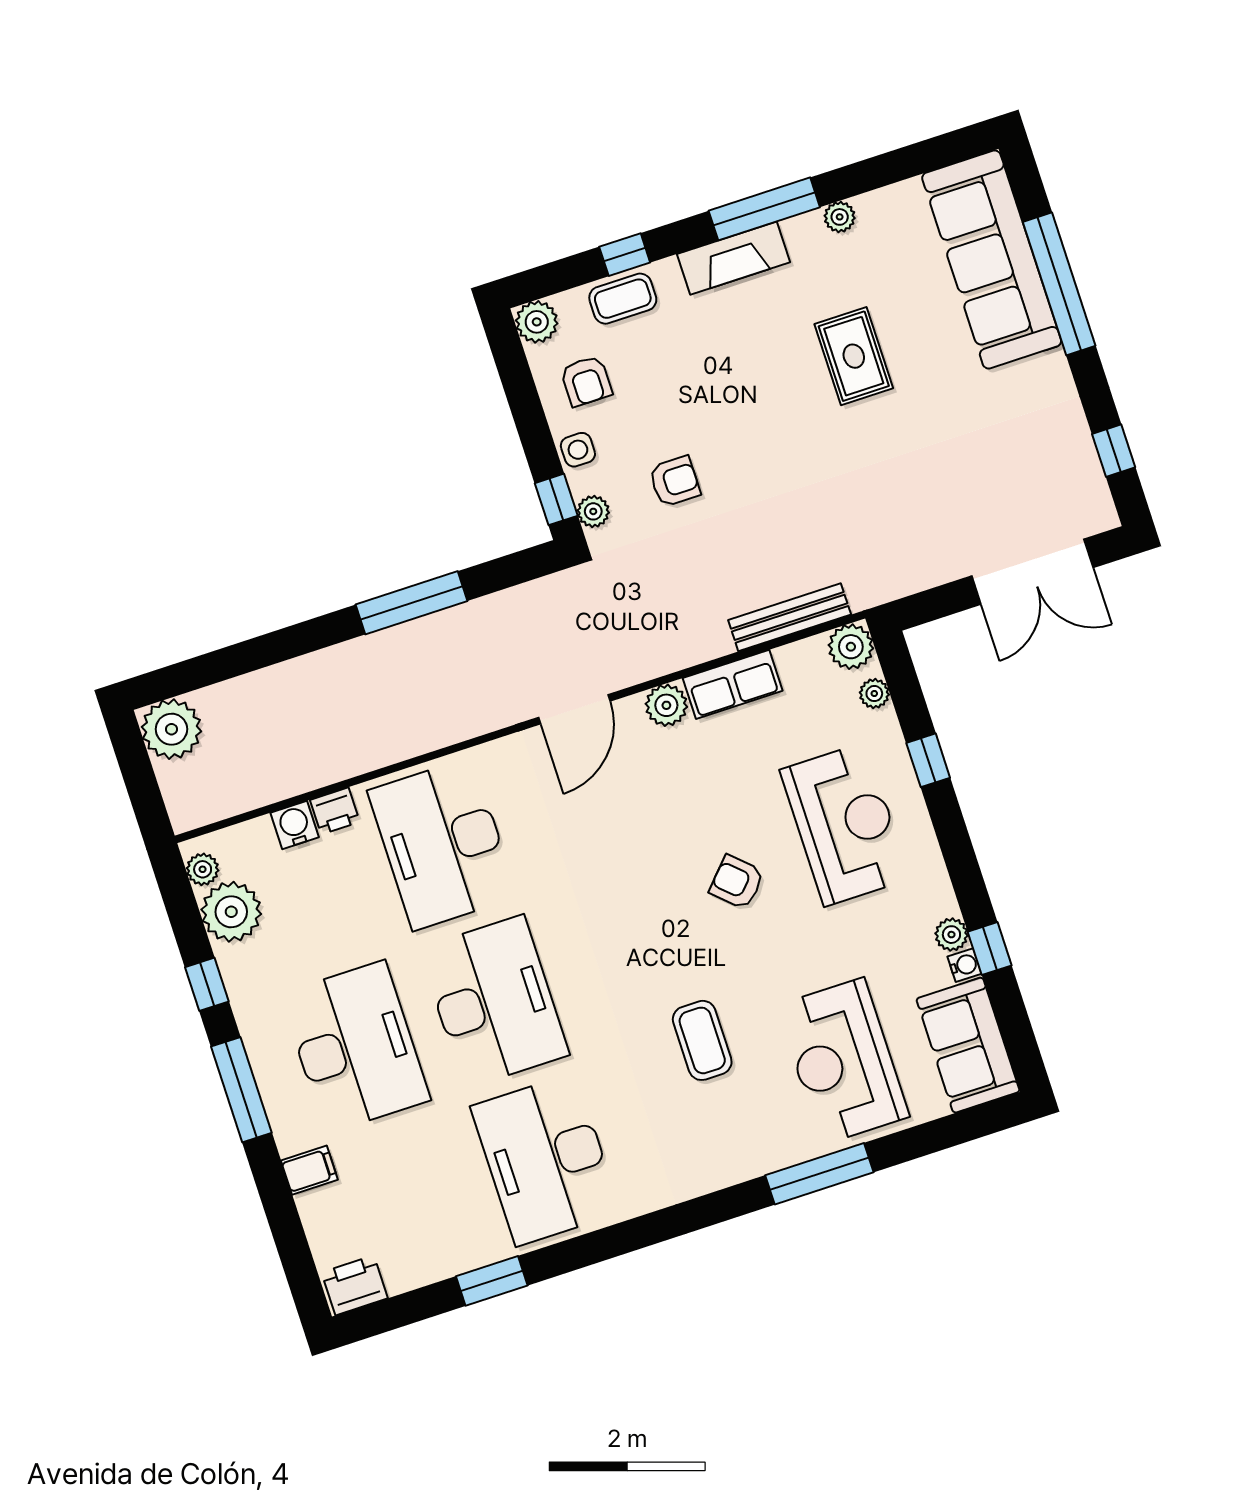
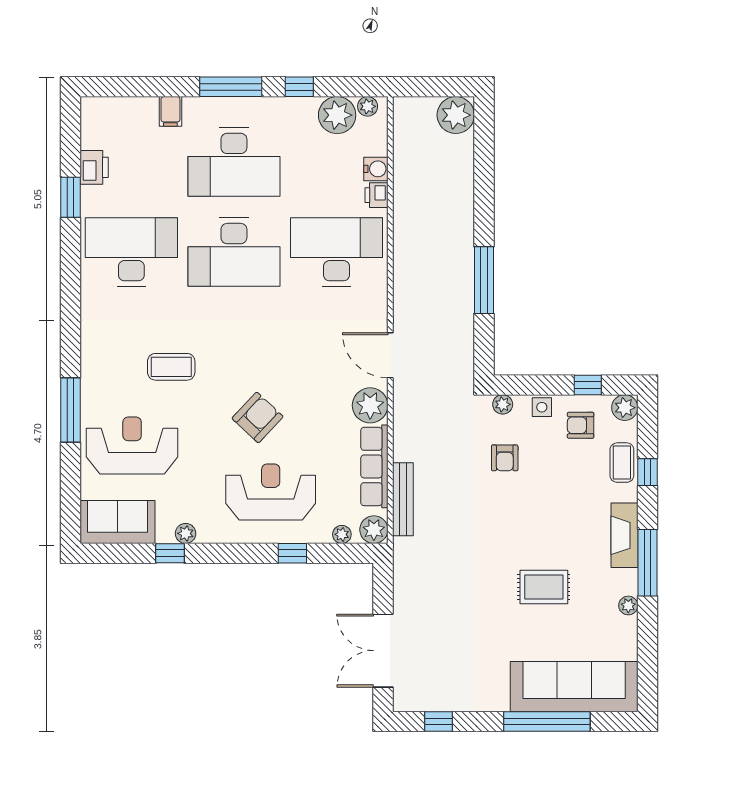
window: (556, 499) -> (588, 385), moved
row of seats: (733, 684) -> (374, 466), width x1.48
plant: (666, 705) -> (370, 405), width x1.36, depth x1.36
reception desk: (845, 824) -> (271, 492), turned 180
armchair: (737, 882) -> (258, 417), width x1.38, depth x1.38
water cooler: (964, 965) -> (165, 535), removed
printer: (355, 1285) -> (94, 167), moved

